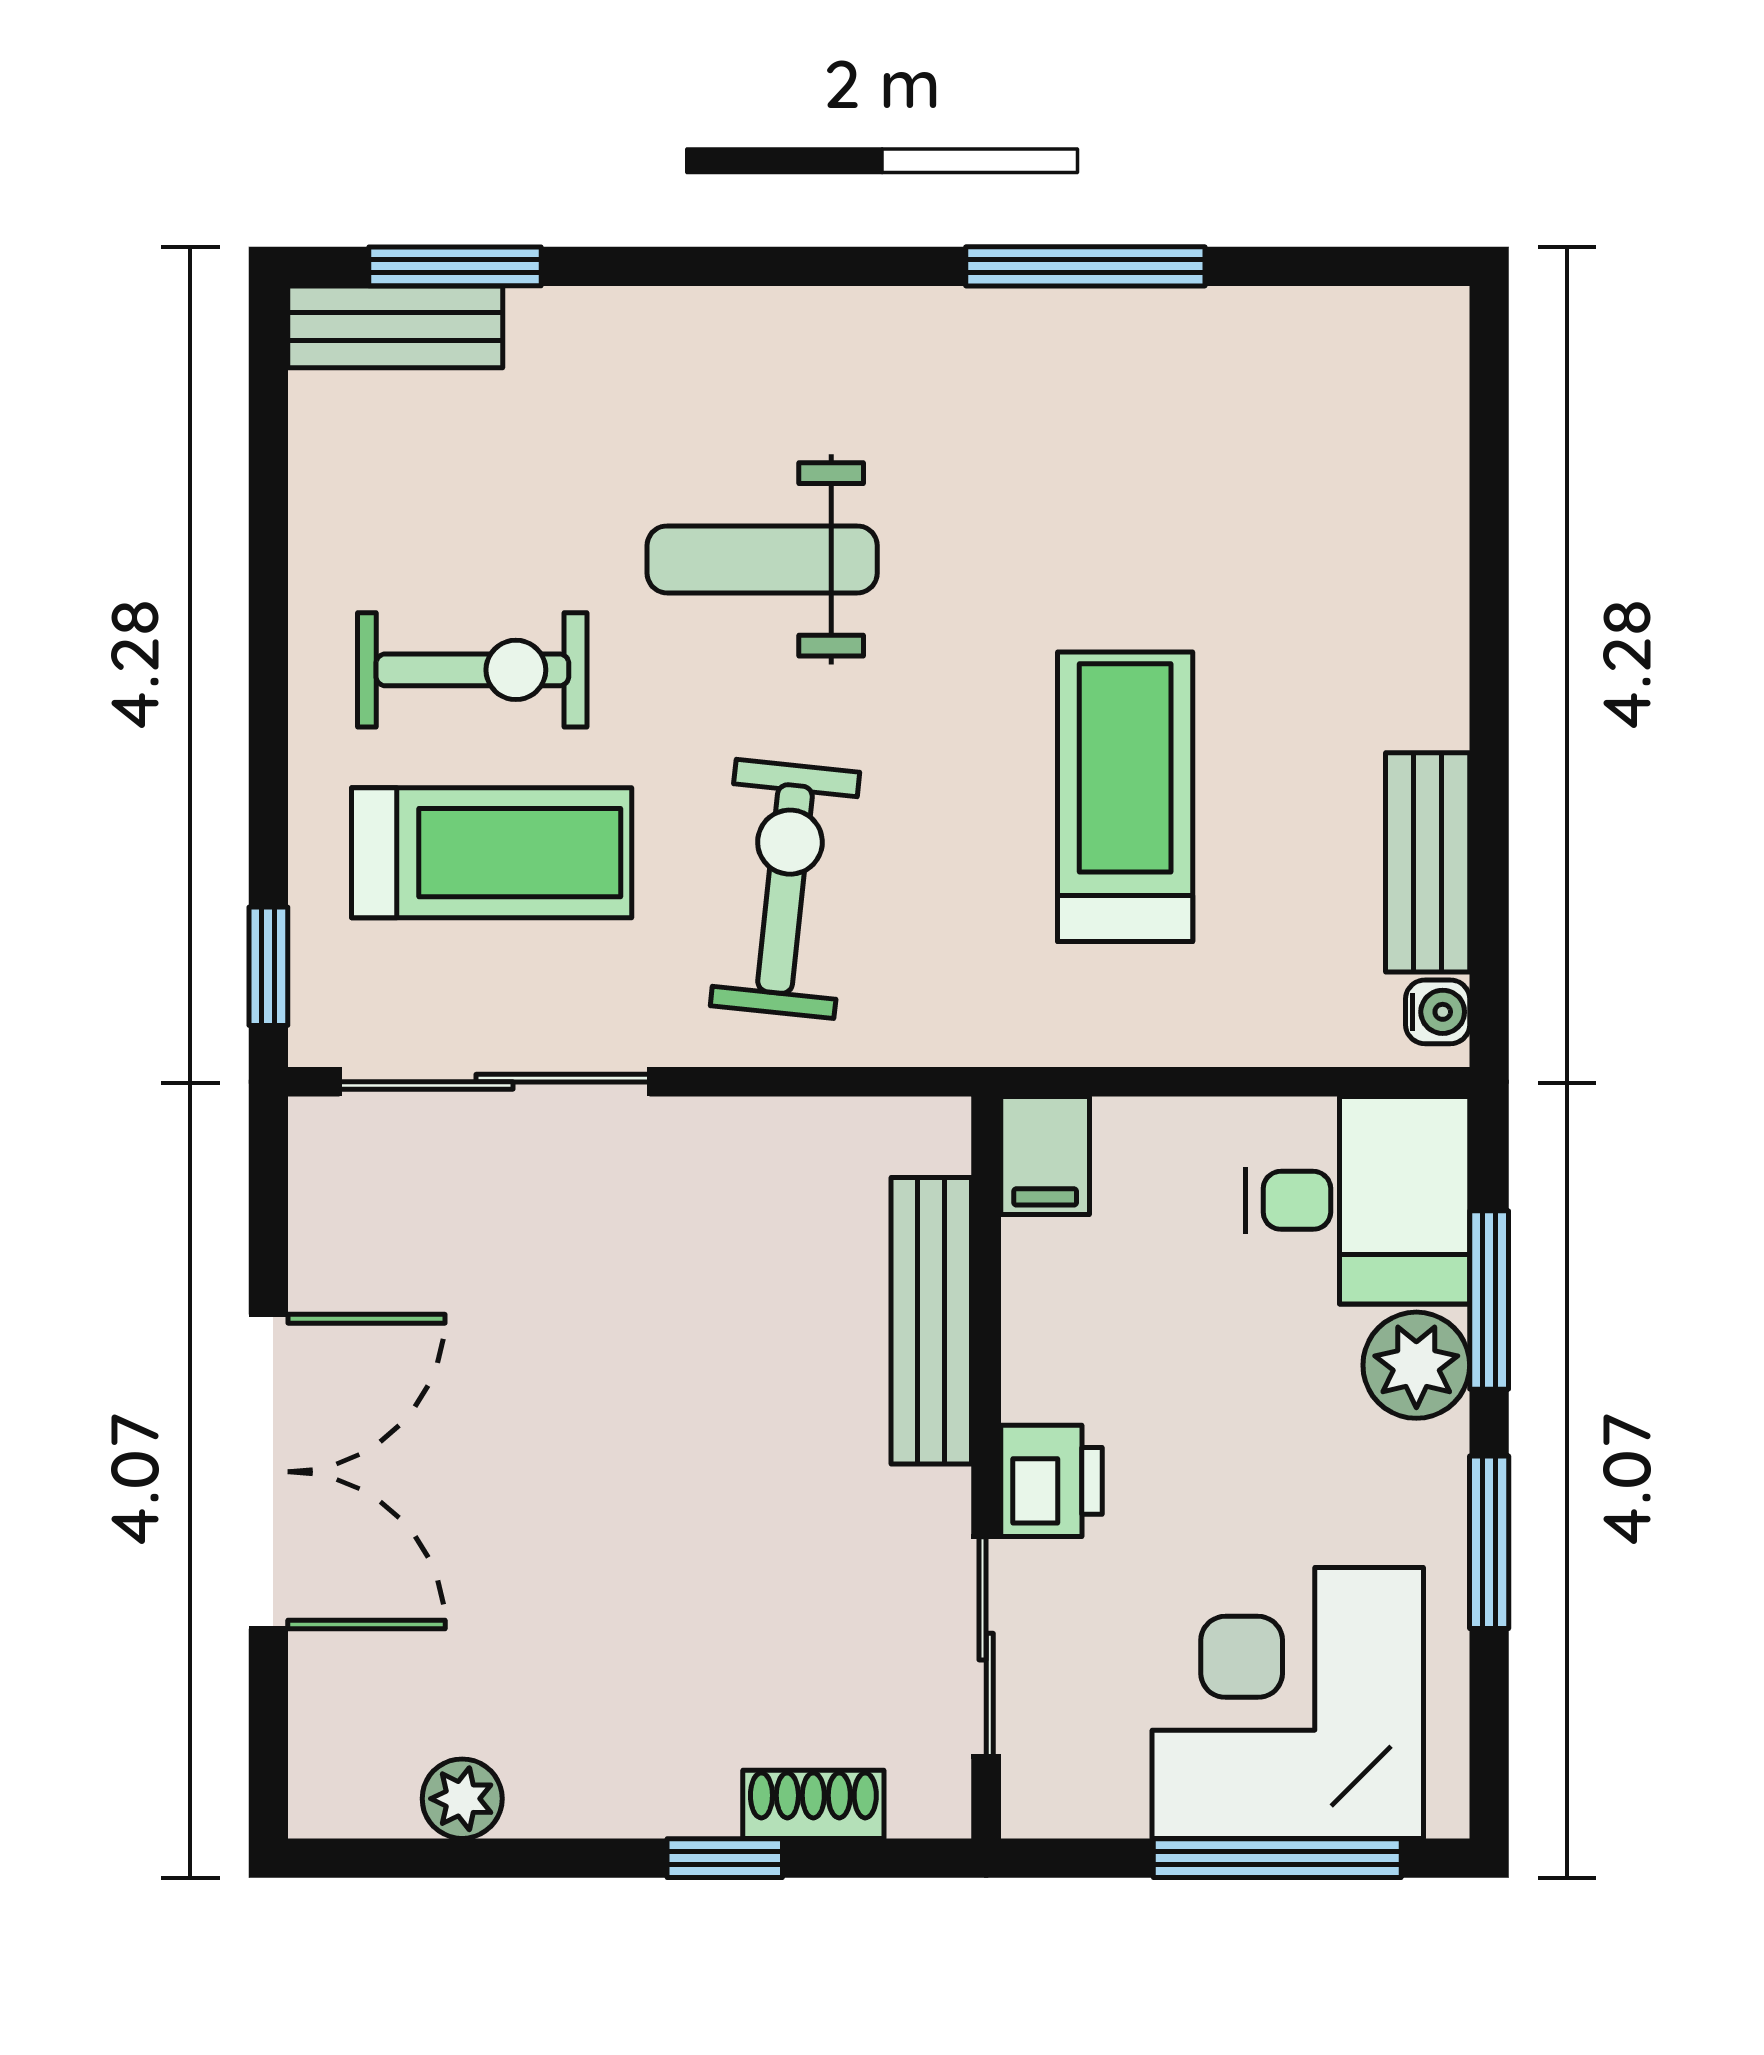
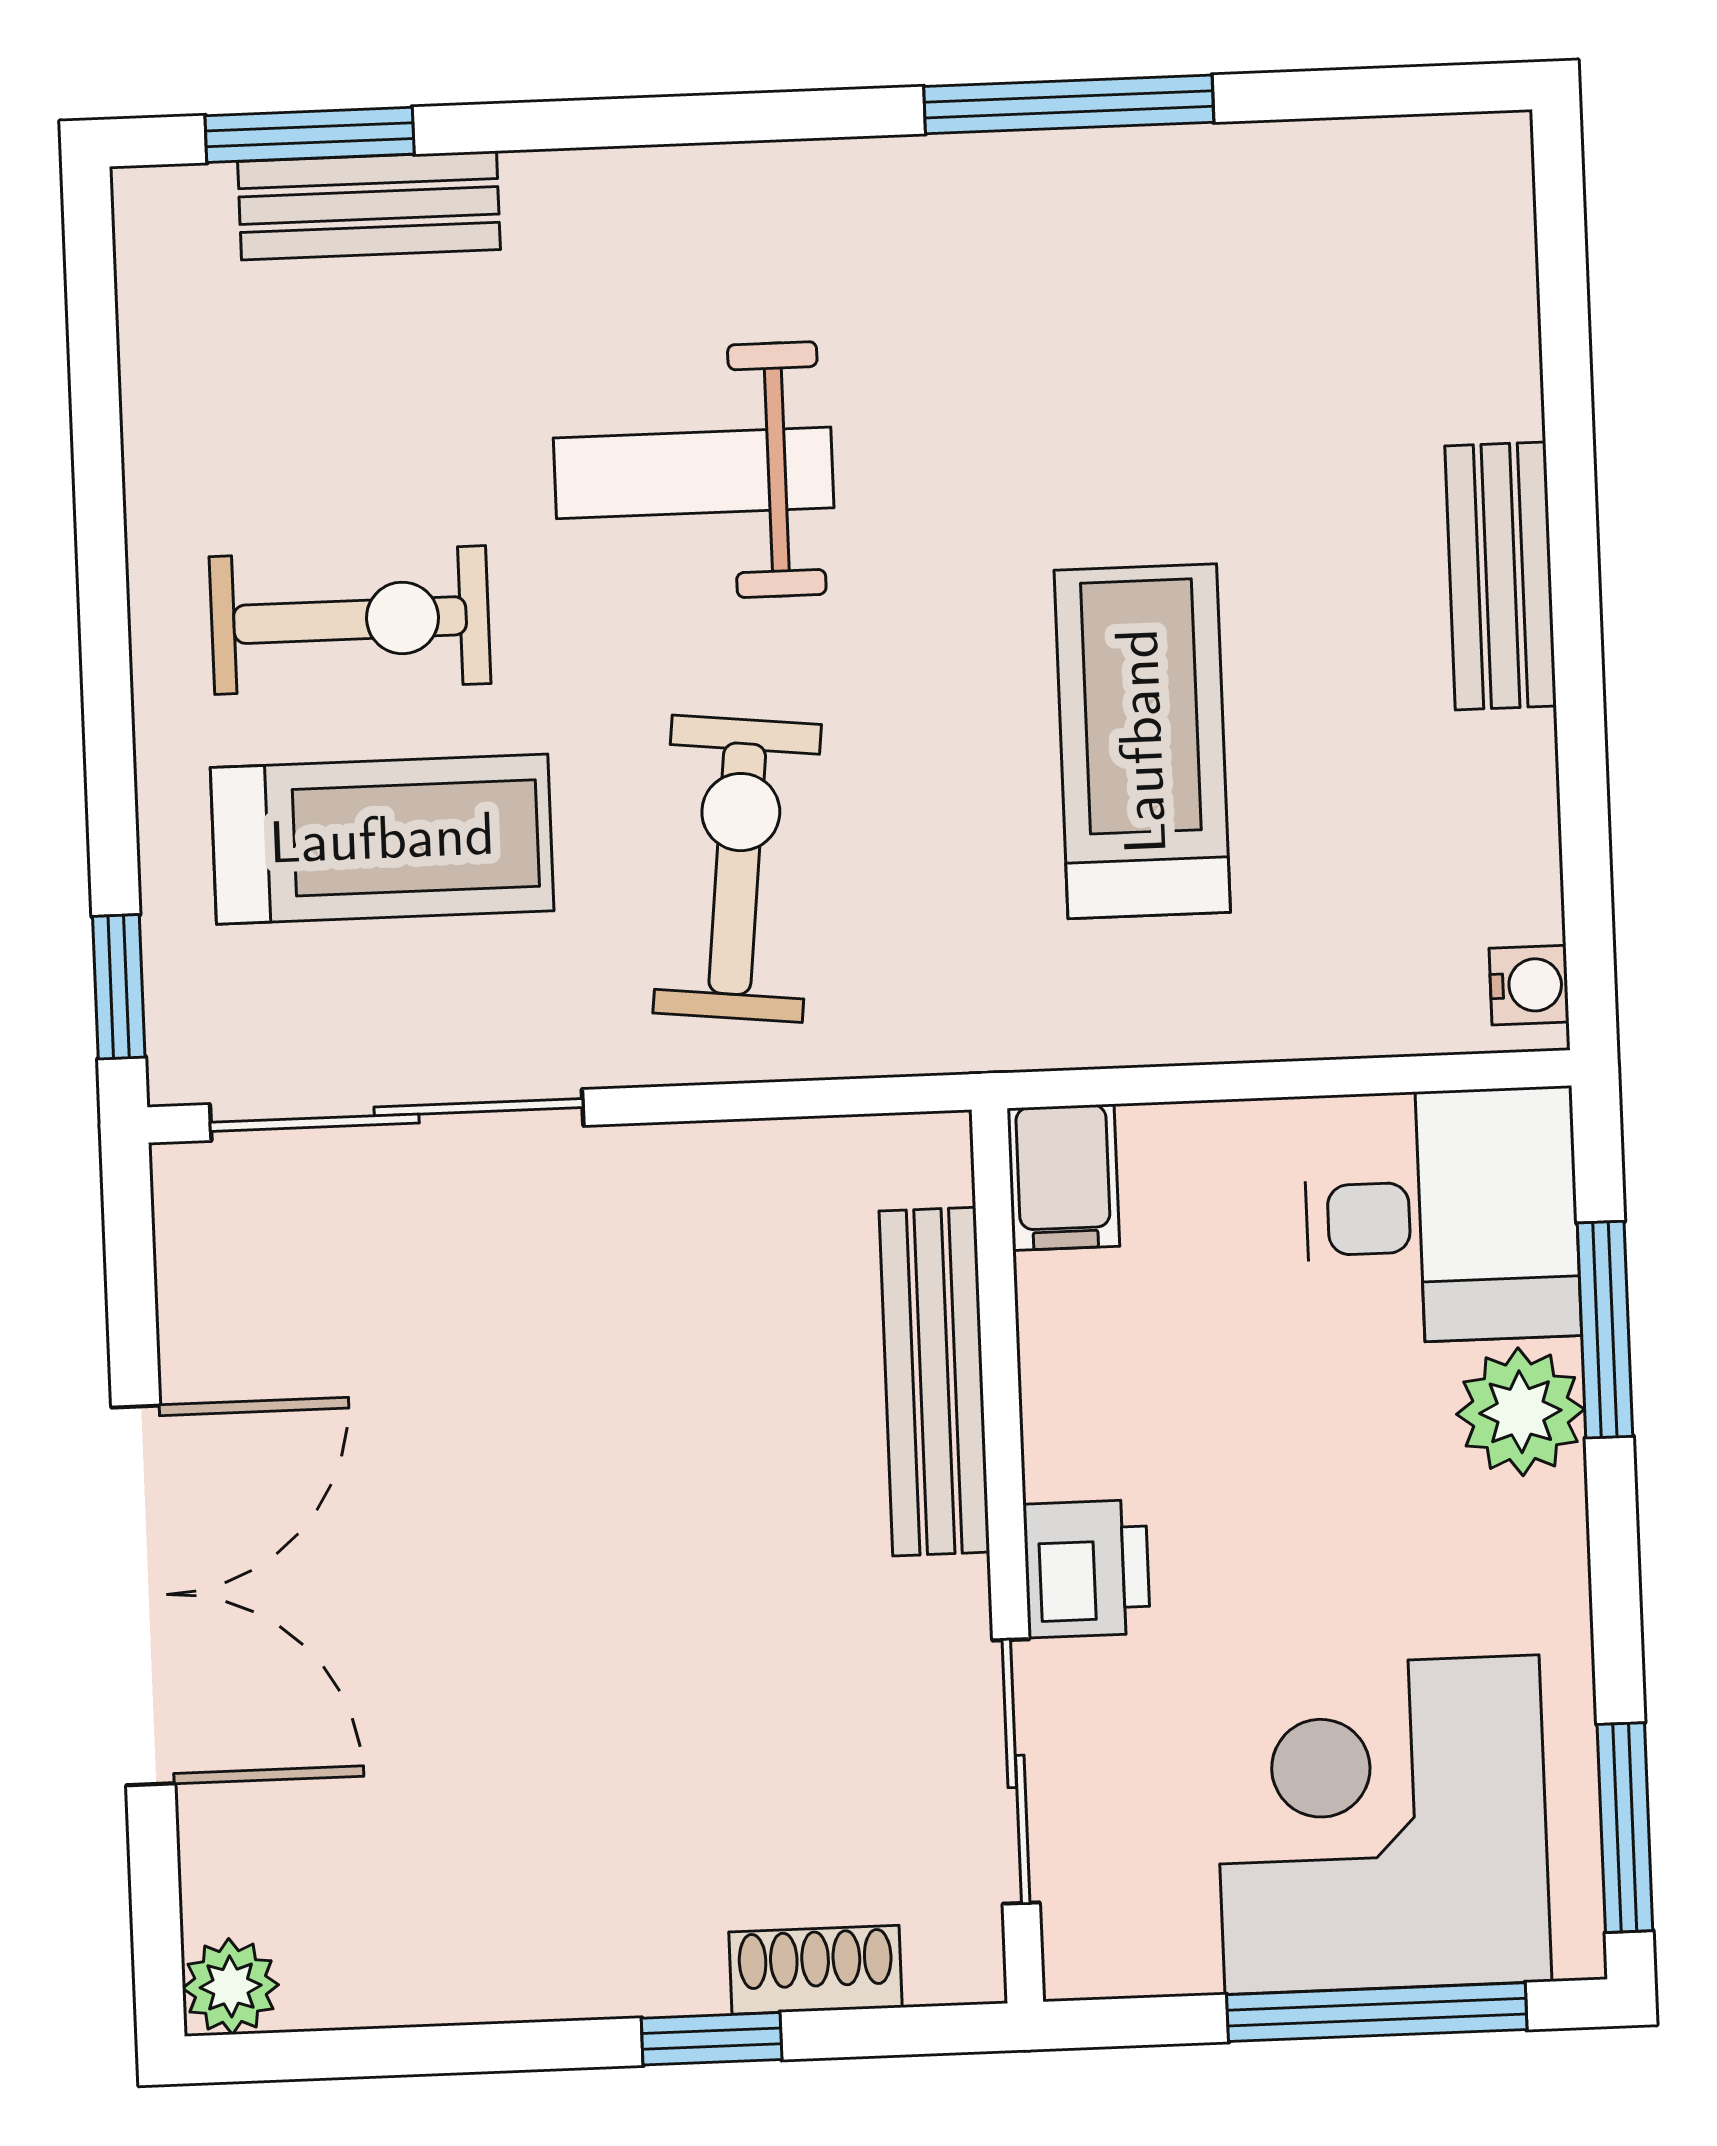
bench: (395, 327) -> (369, 205), moved
bench: (1428, 862) -> (1501, 576), moved
window: (1489, 1542) -> (1625, 1828), moved
plant: (462, 1799) -> (231, 1986), moved

